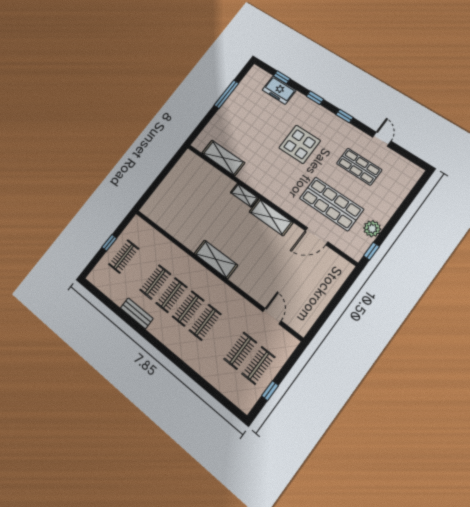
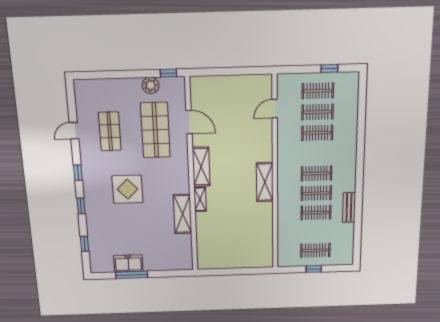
freezer: (279, 90) -> (128, 263), moved, turned -90
shelving: (223, 158) -> (183, 214), moved
clothes rail: (205, 322) -> (317, 133), moved

